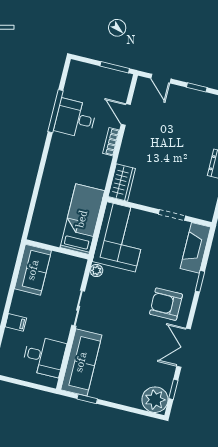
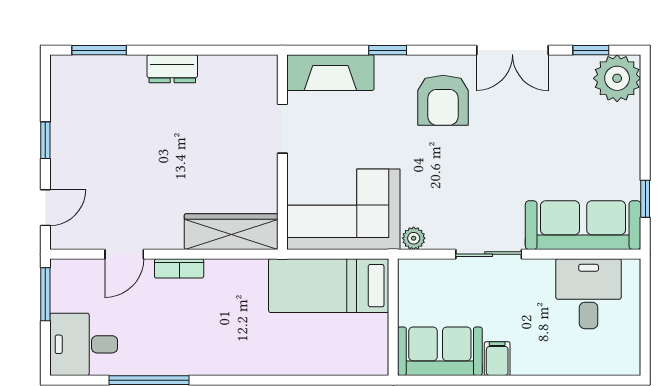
desk: (75, 118) -> (84, 344), moved, turned 90
wardrobe: (122, 183) -> (231, 232), width x1.50
filing cabinet: (16, 322) -> (497, 359), moved

